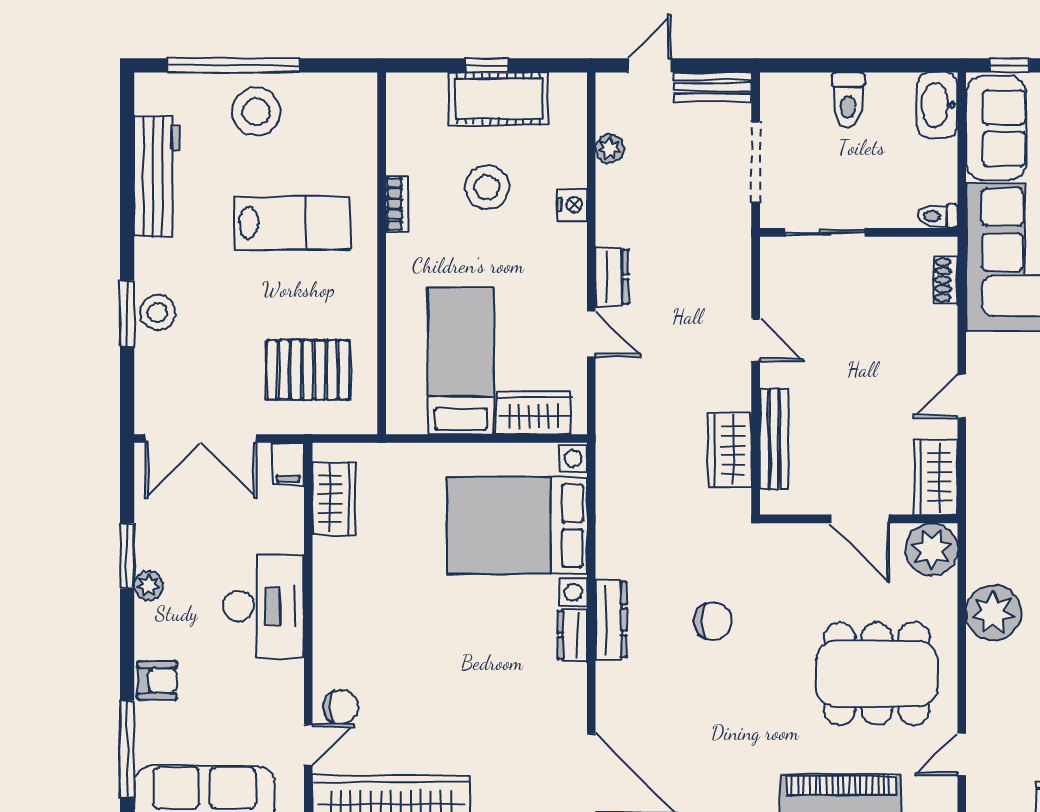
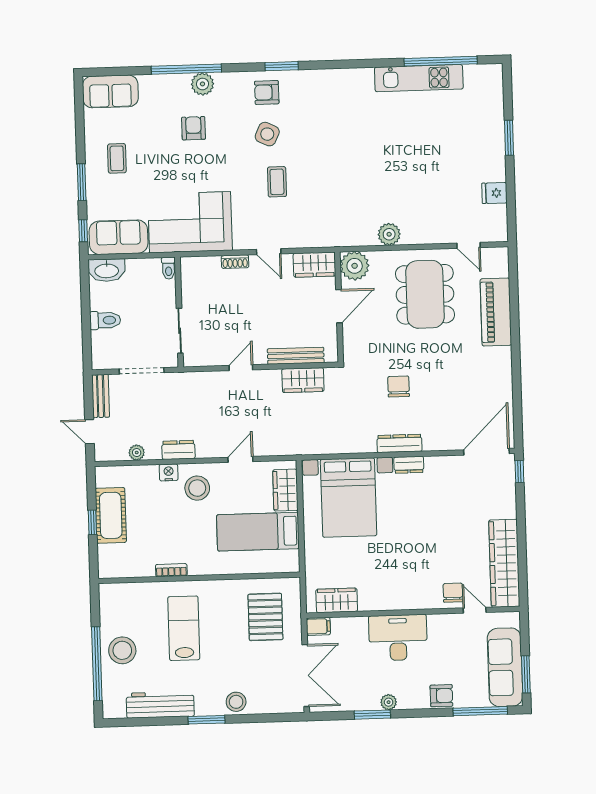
stool: (487, 187) -> (197, 488), moved
dresser: (612, 277) -> (178, 450), moved
shoe rack: (946, 280) -> (235, 262), moved
window: (127, 314) -> (207, 720), moved
plant: (993, 613) -> (389, 234), width x0.73, depth x0.73
armchair: (157, 680) -> (441, 696), turned 90

